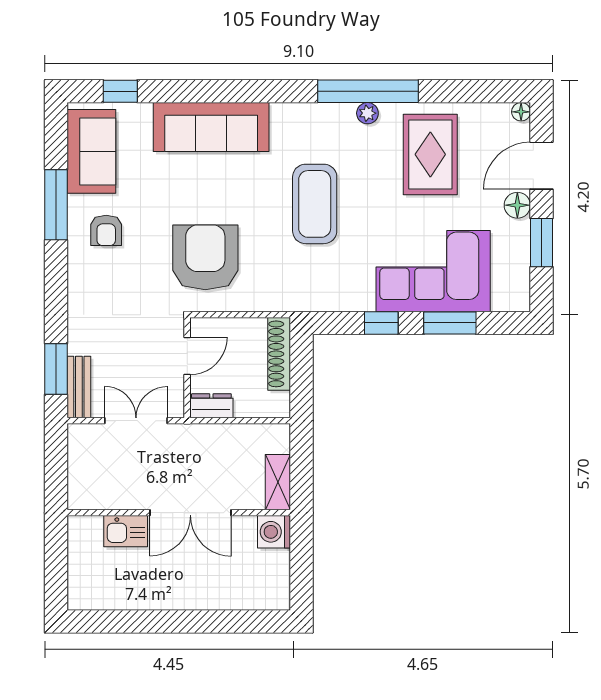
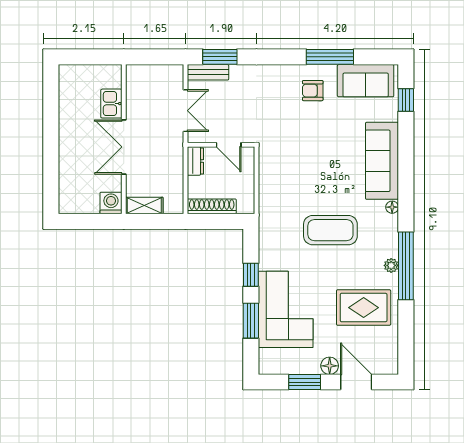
floor lamp: (521, 112) -> (392, 207), moved
armchair: (205, 257) -> (295, 157), removed
shoe rack: (279, 354) -> (212, 206), moved

